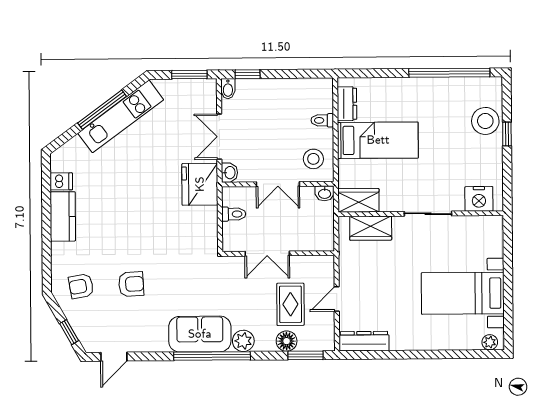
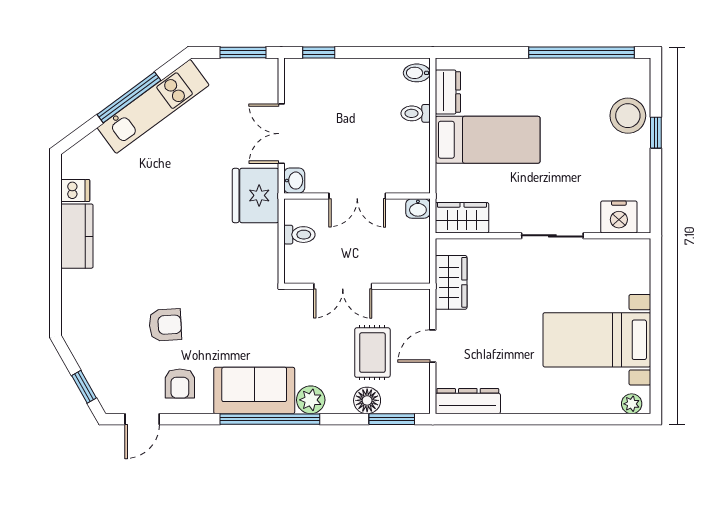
bidet: (228, 89) -> (417, 73), moved, turned 90
stool: (313, 159) -> (404, 163), removed
wardrobe: (371, 228) -> (451, 282), moved, turned -90
armchair: (81, 286) -> (180, 383), moved, turned -80

